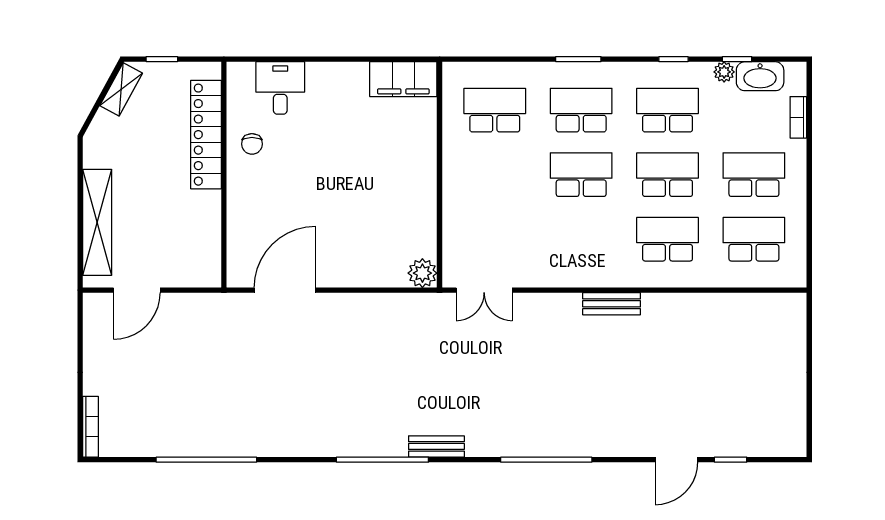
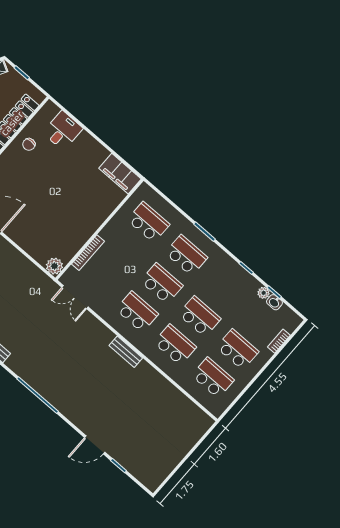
washbasin: (760, 76) -> (275, 302), width x0.52, depth x0.69
school desk: (668, 110) -> (137, 312), moved
bookcase: (451, 218) -> (88, 253), added

